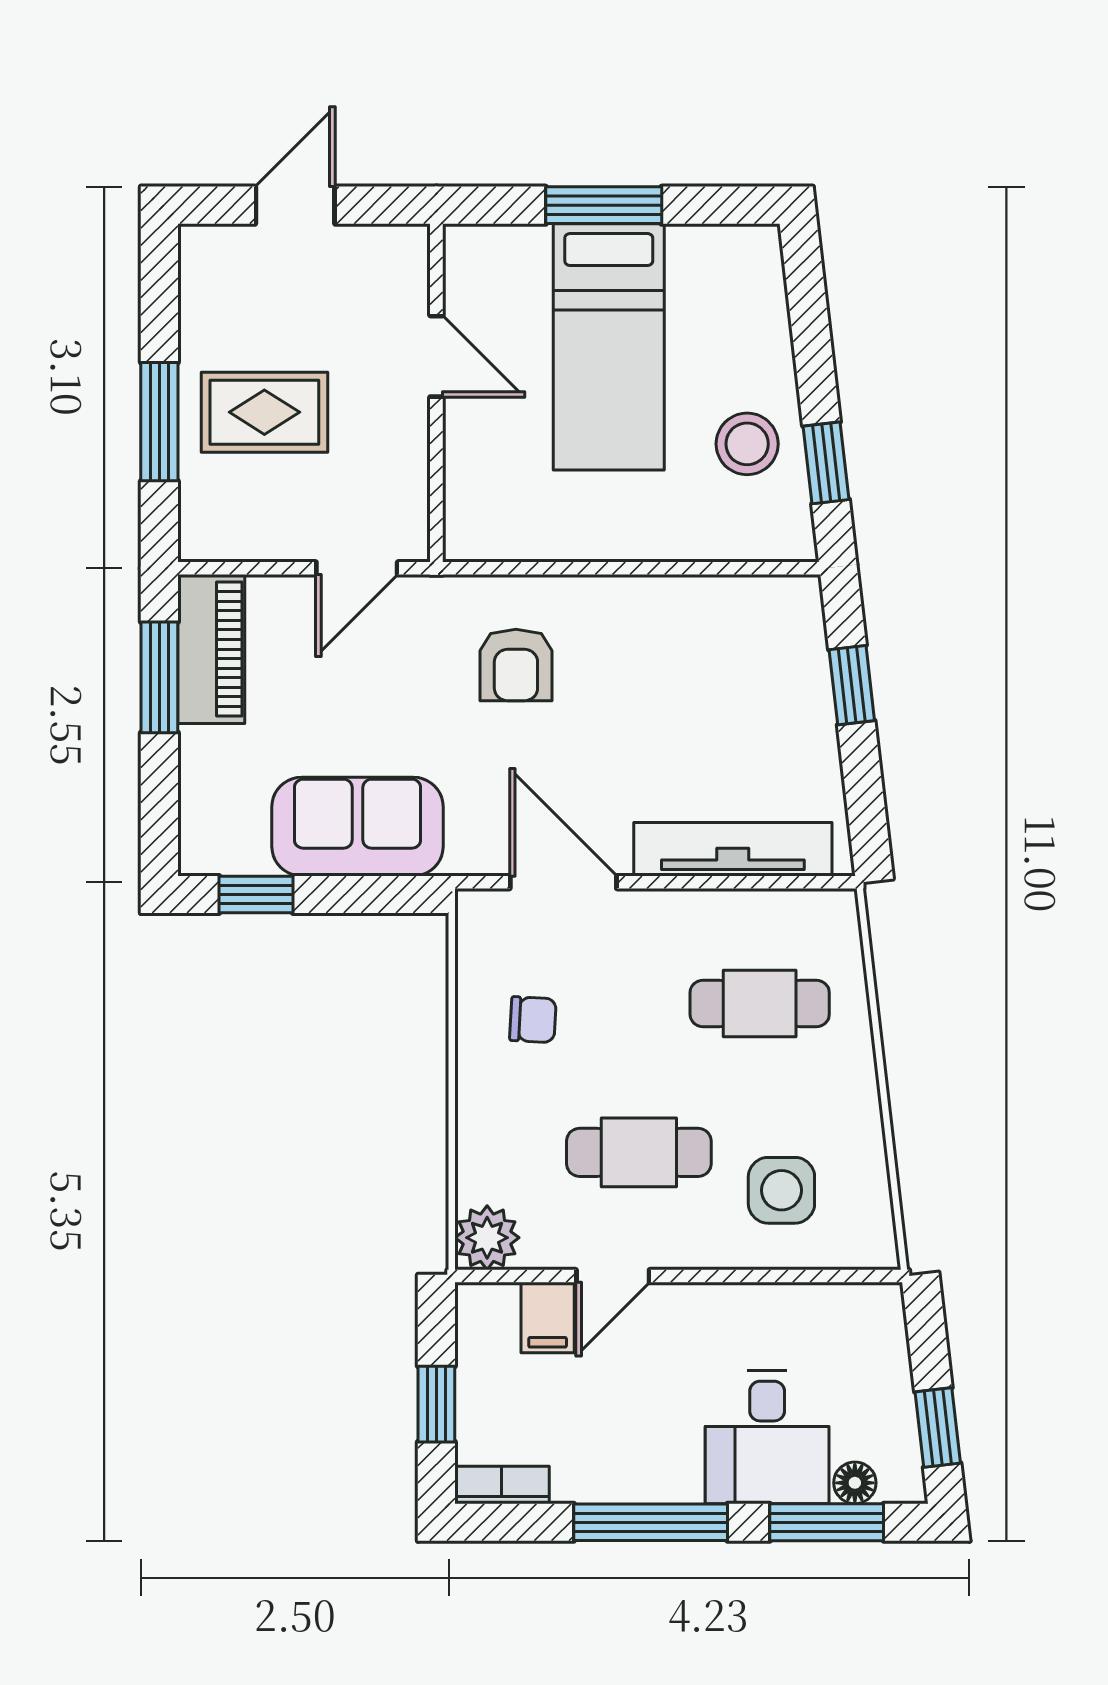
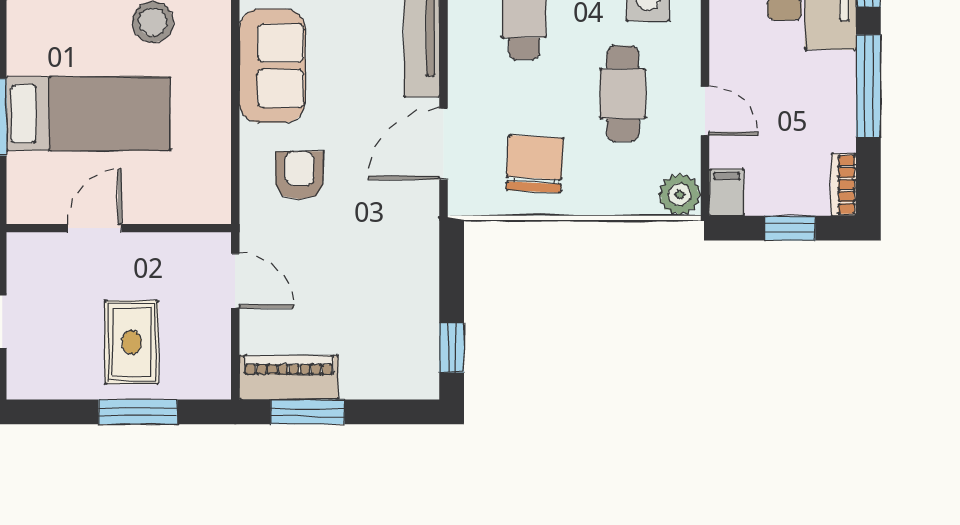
armchair: (516, 665) -> (299, 175), turned -90
sofa: (358, 827) -> (272, 66), moved, turned 180
chair: (533, 1020) -> (535, 164), width x1.87, depth x1.87
filing cabinet: (548, 1318) -> (727, 192), moved, turned -90

